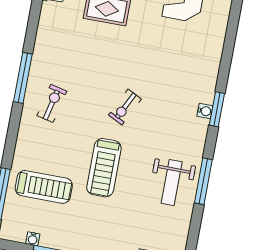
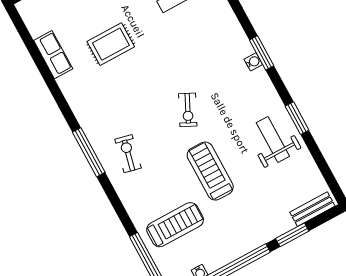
treadmill: (104, 168) -> (210, 171), turned 180
window: (203, 181) -> (297, 118), width x0.69
weight bench: (172, 183) -> (273, 139), turned 180

